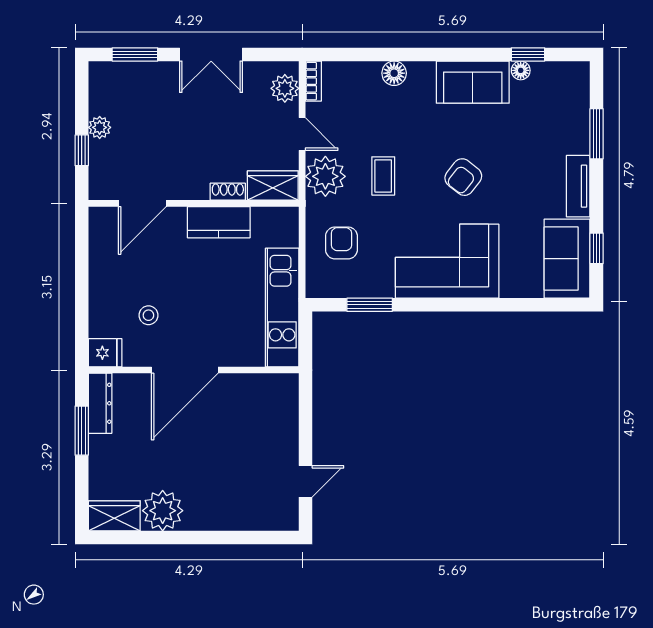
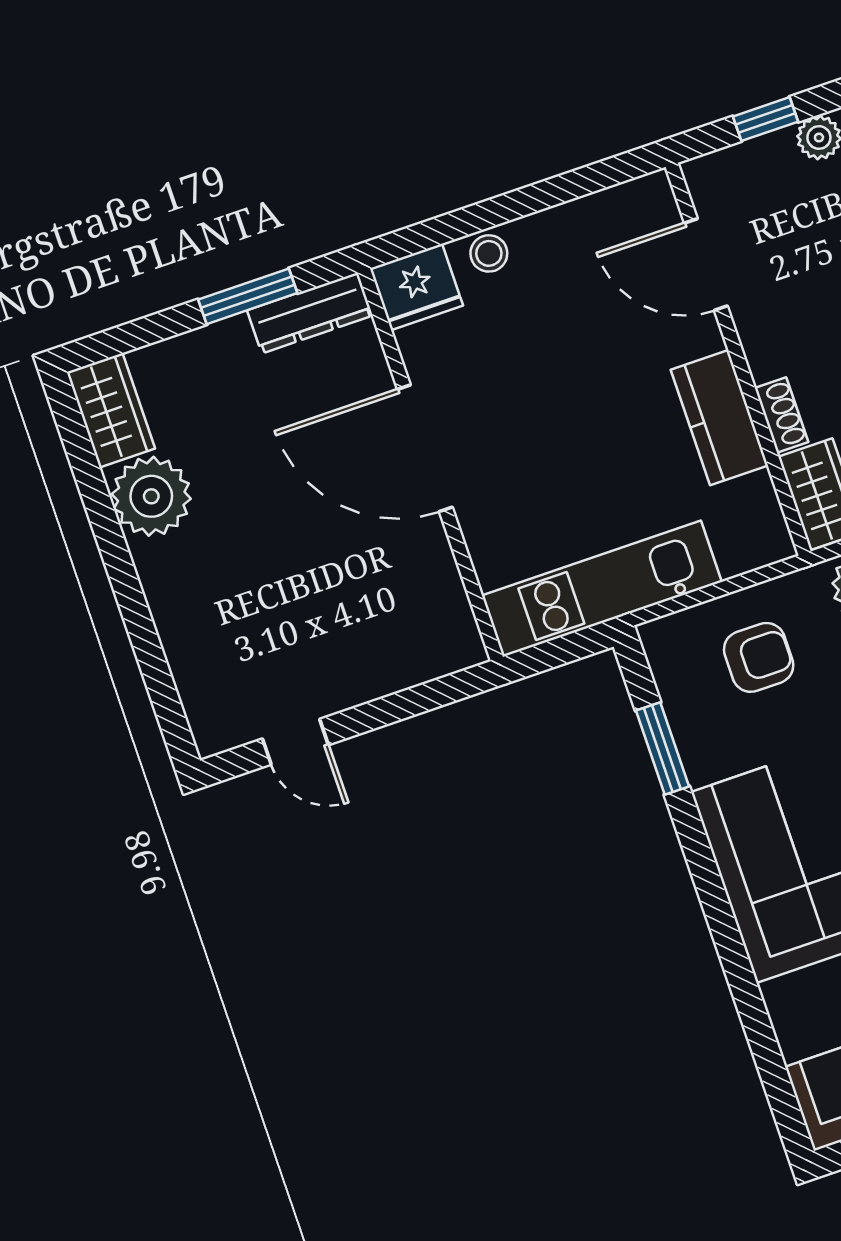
stool: (148, 315) -> (489, 253), moved
fridge: (105, 353) -> (416, 287), width x1.38

